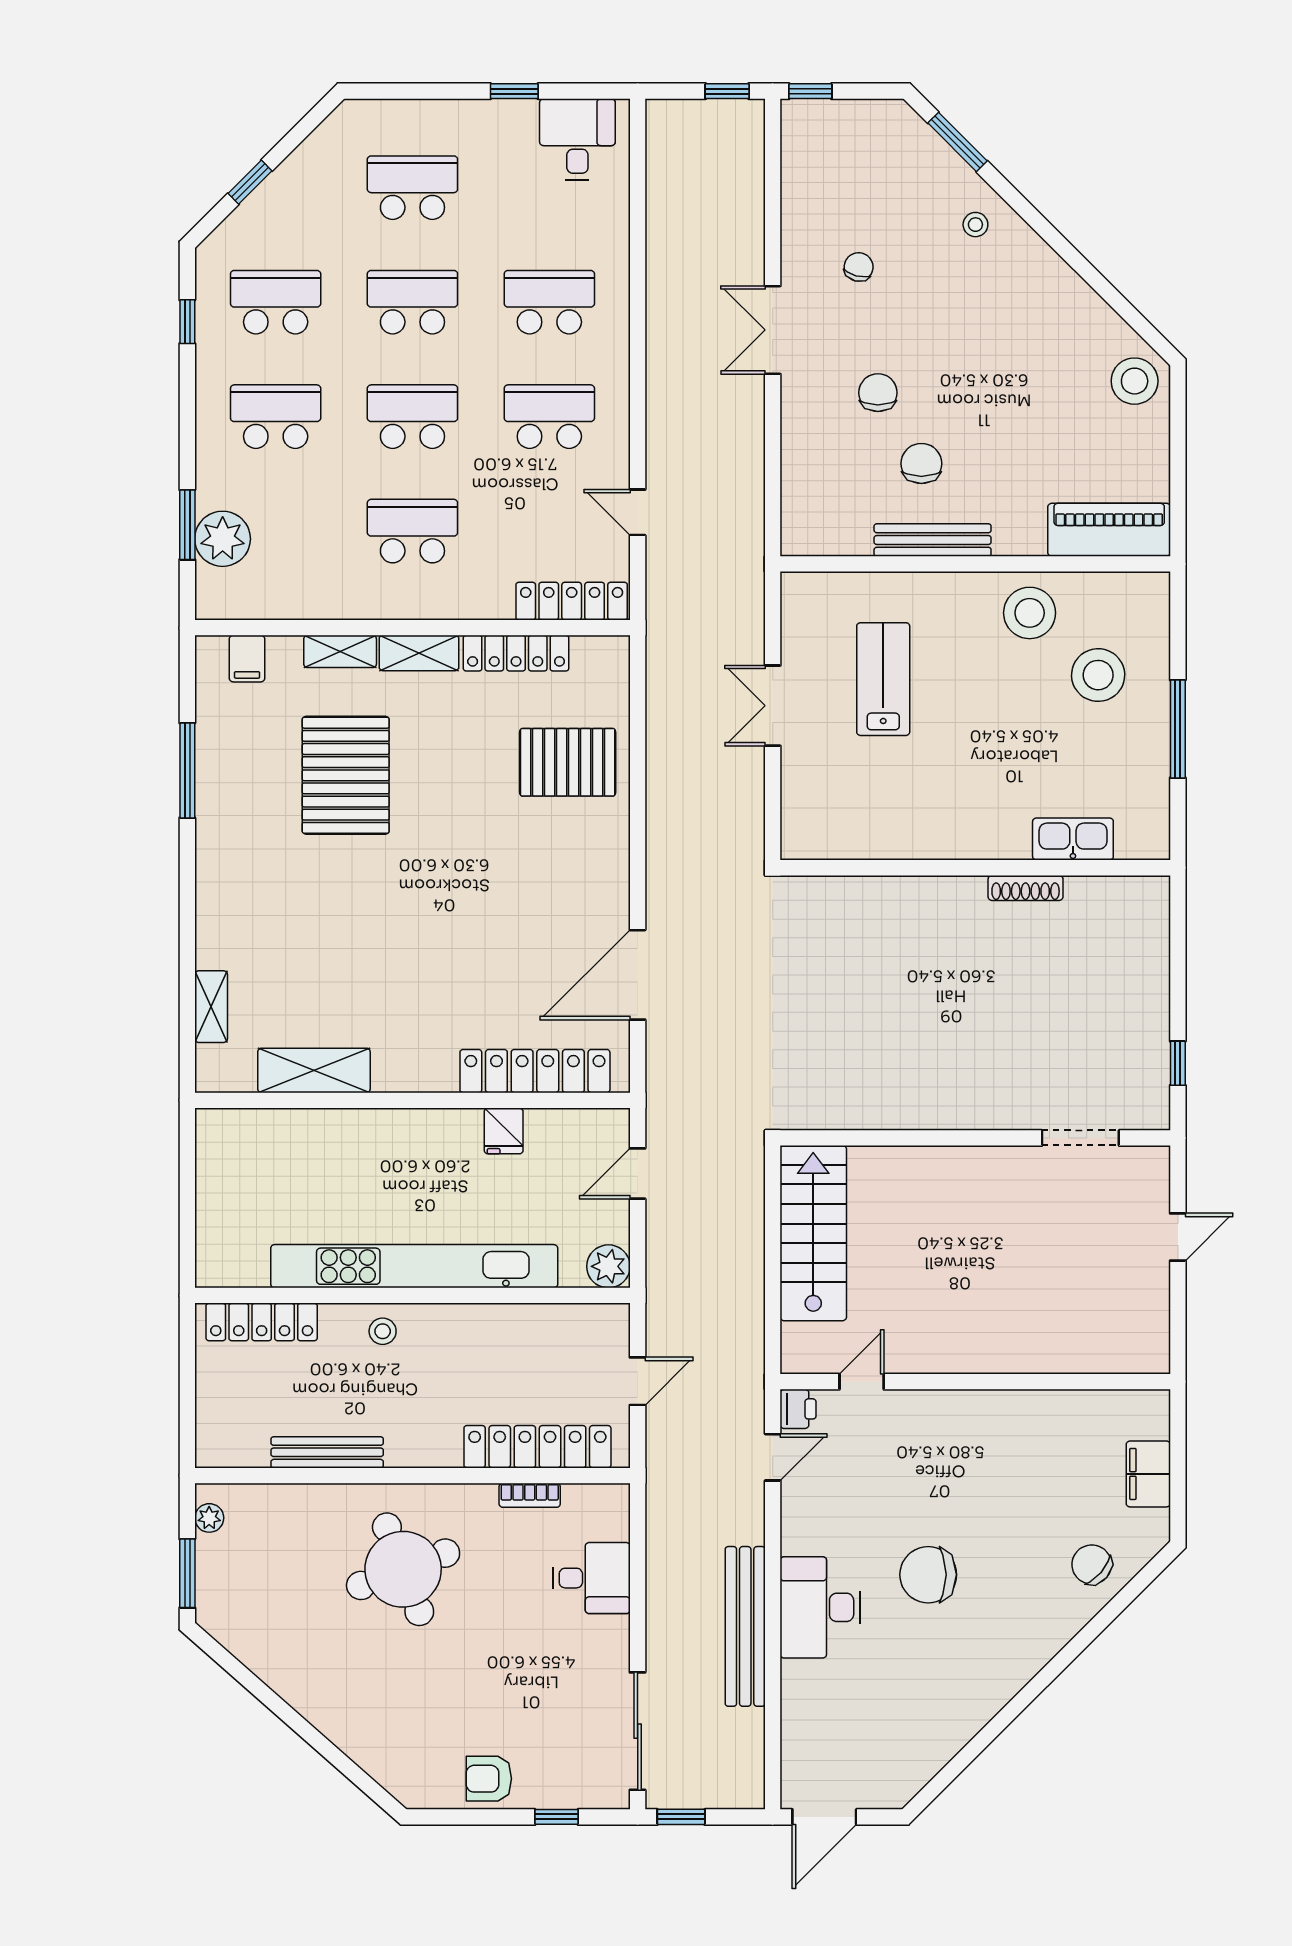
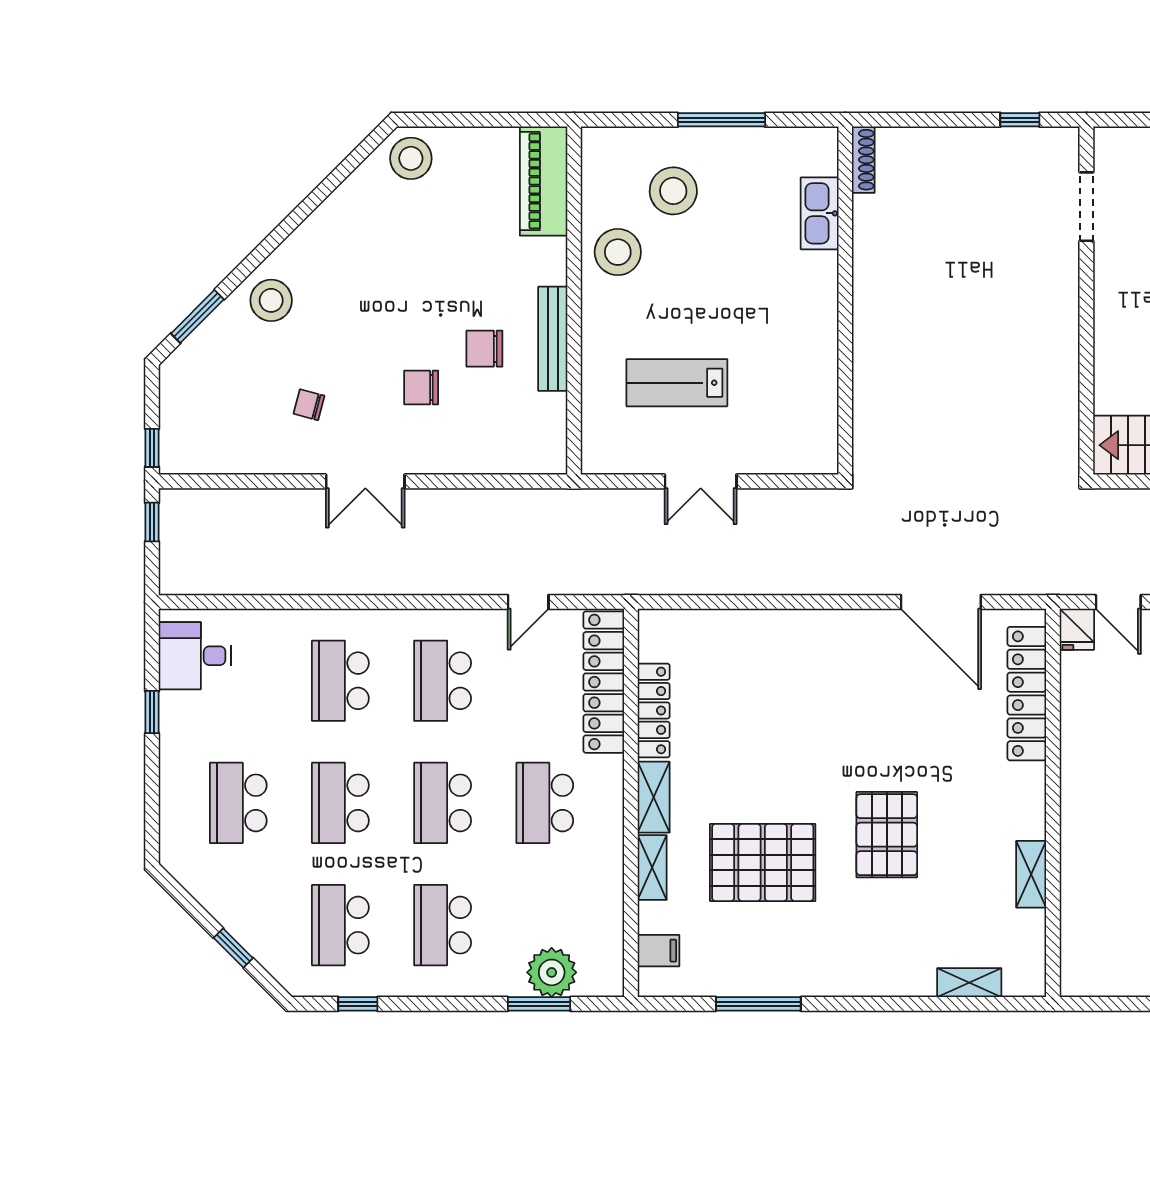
stool: (975, 225) -> (271, 300), width x1.89, depth x1.89
locker: (572, 601) -> (604, 682), width x1.41, depth x1.21
pallet: (568, 762) -> (887, 835), moved
shoe rack: (1026, 888) -> (863, 160), moved
shelving: (314, 1070) -> (1031, 874), width x0.67, depth x0.75
fridge: (504, 1131) -> (1077, 629), moved, turned 90

